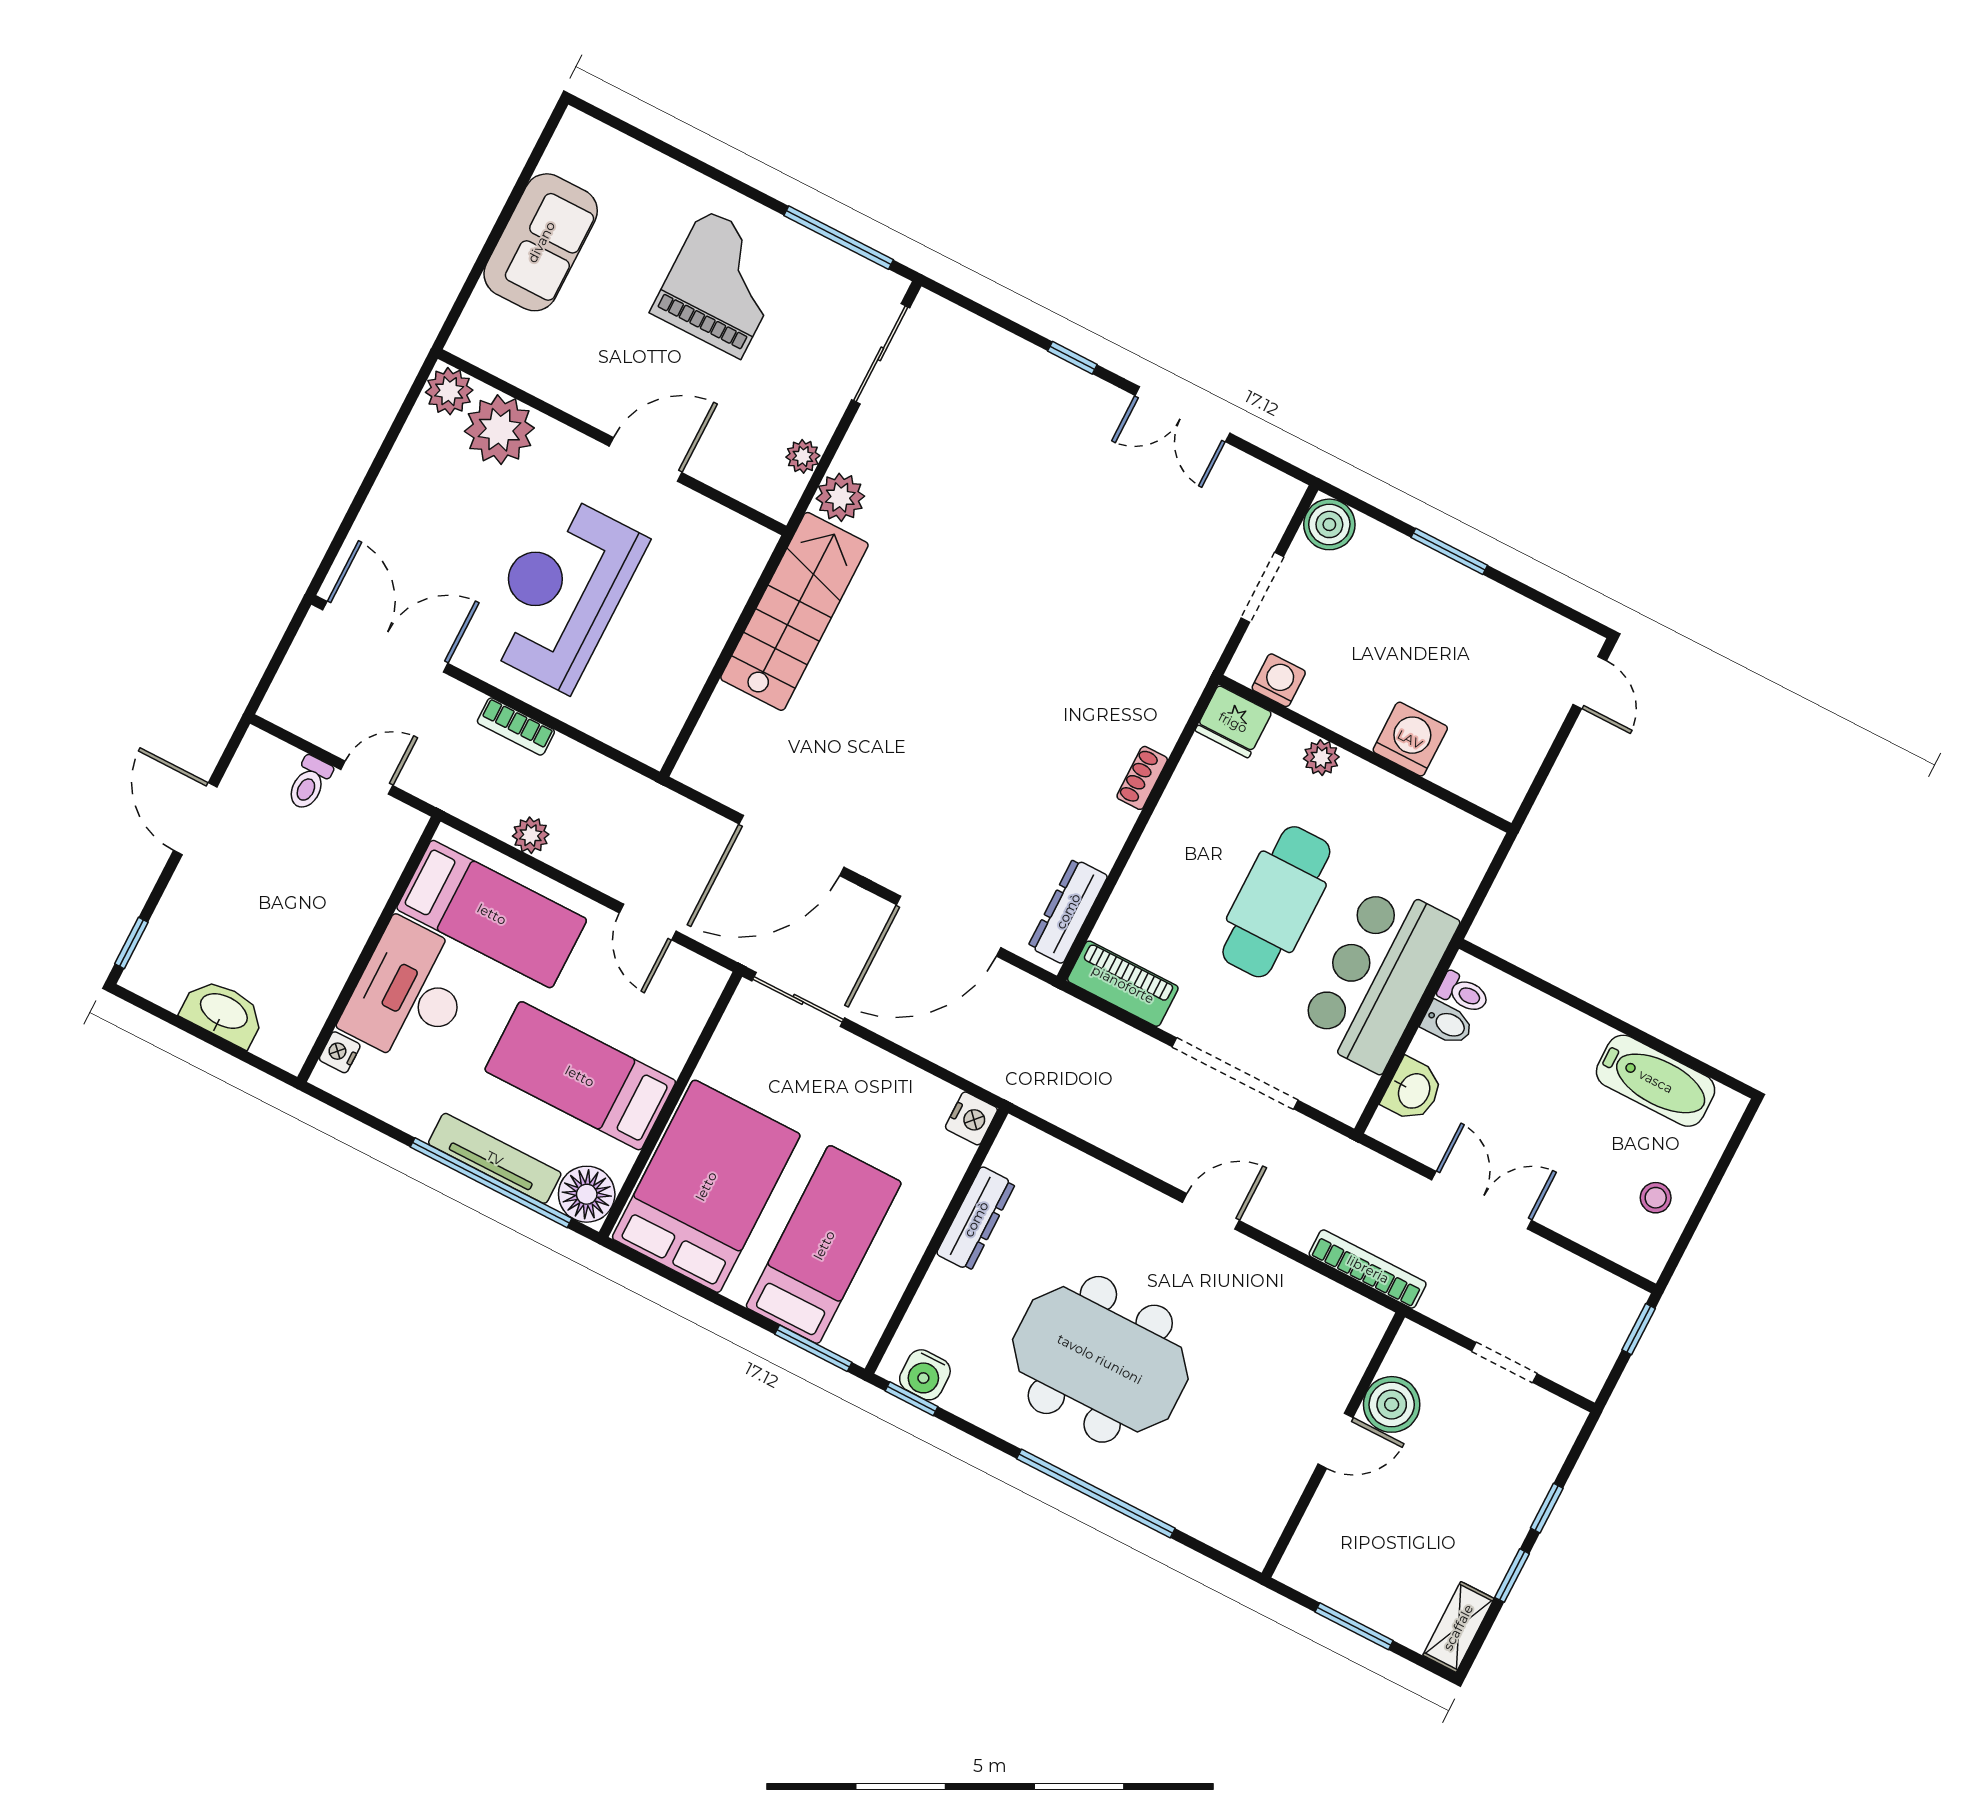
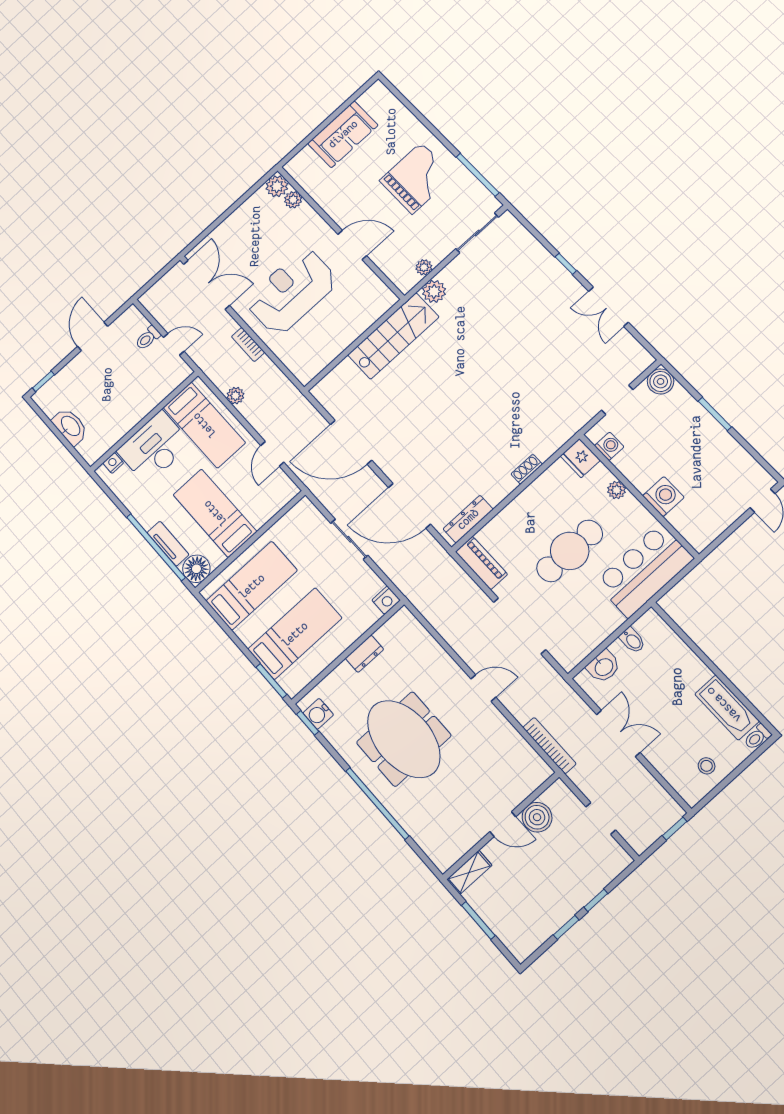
plant: (499, 430) -> (293, 200), width x0.53, depth x0.53
bar counter: (1378, 977) -> (644, 570), moved
toilet: (1463, 993) -> (757, 737), moved, turned 90
sliding door: (798, 999) -> (349, 539), moved
tv unit: (495, 1158) -> (168, 544), width x0.71
bed: (706, 1186) -> (252, 586), width x0.67
dresser: (976, 1219) -> (364, 654), width x0.70
shelving: (1458, 1627) -> (469, 872), moved

